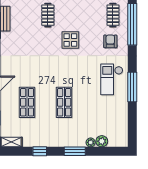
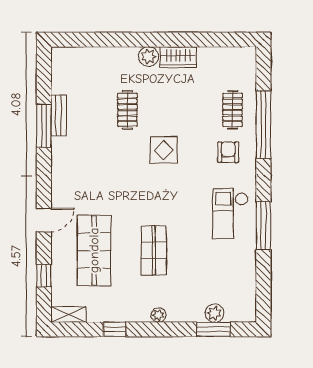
shop shelf: (27, 102) -> (94, 250), width x1.43, depth x1.36
plant: (91, 142) -> (158, 315), moved
window: (75, 151) -> (214, 329), moved

